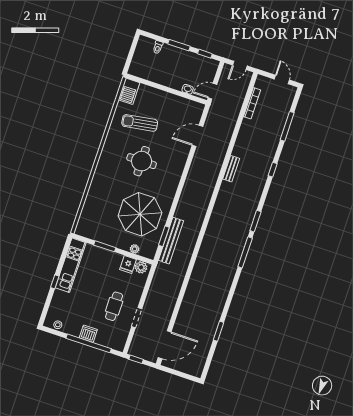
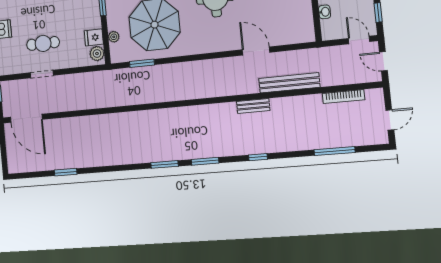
door: (212, 91) -> (359, 40), moved
door: (198, 136) -> (256, 51), moved
window: (273, 170) -> (258, 157), moved
bench: (171, 241) -> (289, 83), moved
window: (245, 252) -> (165, 164), width x0.69

